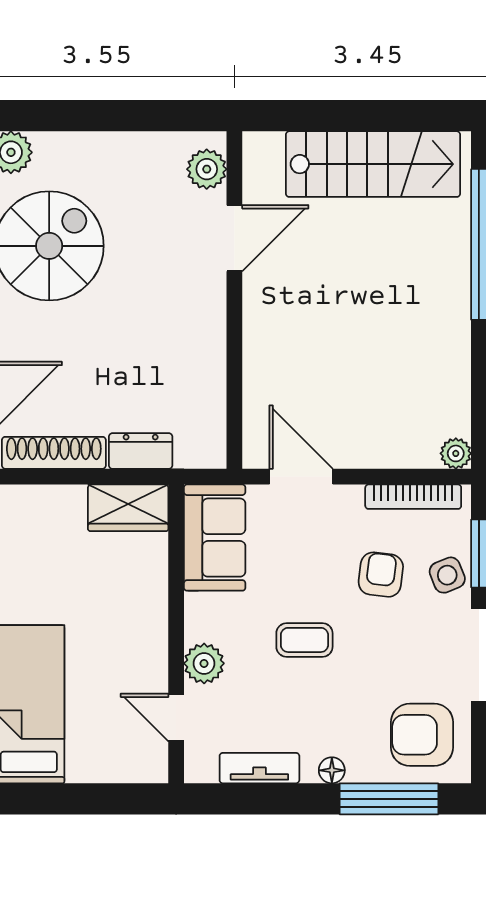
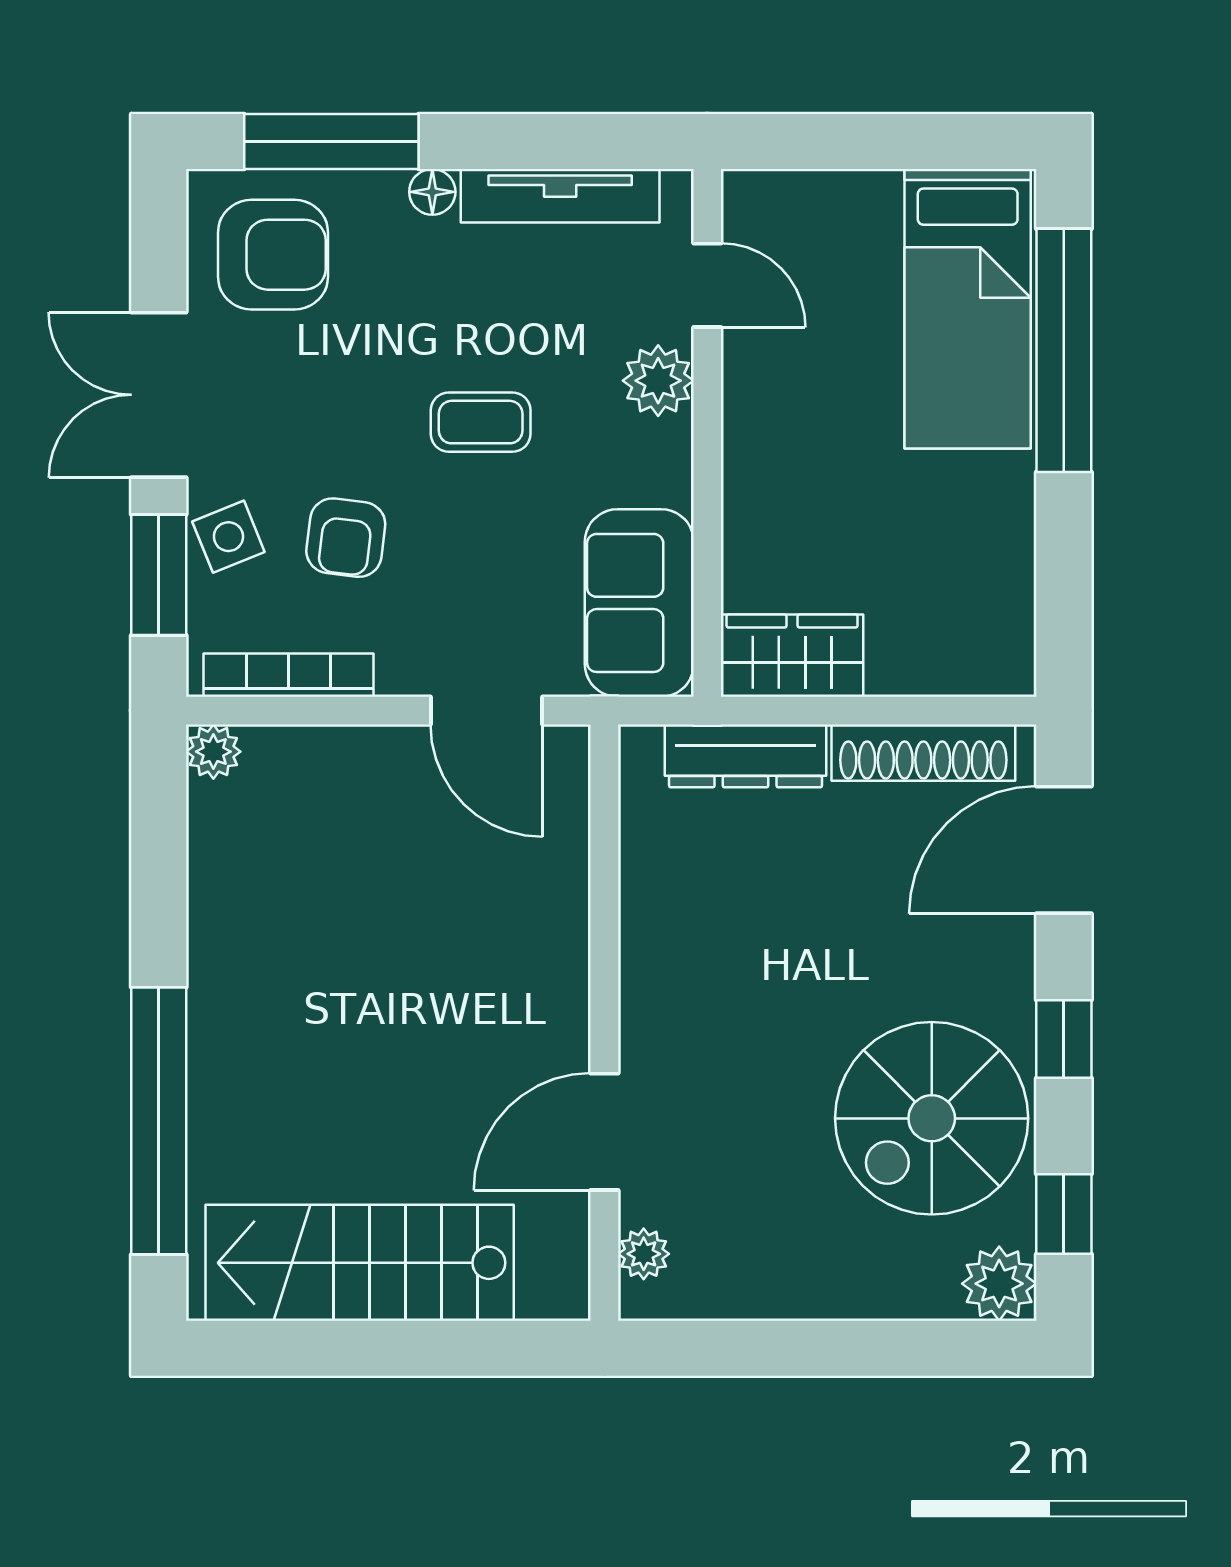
plant: (207, 169) -> (644, 1254), width x0.73, depth x0.73
dresser: (141, 451) -> (746, 756), width x1.44
tv unit: (259, 768) -> (560, 196), width x1.41

